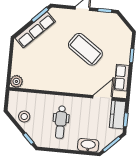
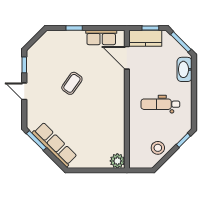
coffee table: (85, 49) -> (72, 83), width x0.54, depth x0.58
dental chair: (61, 122) -> (160, 104), turned 180

